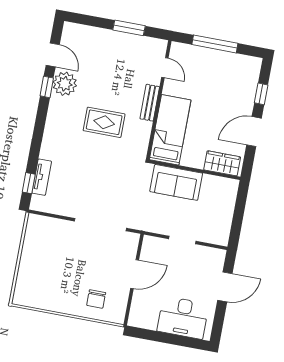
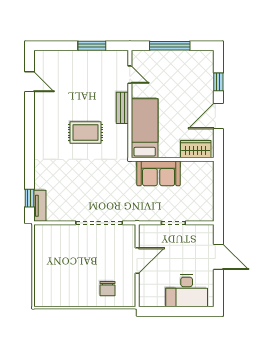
plant: (65, 84) -> (45, 105), removed
window: (47, 87) -> (29, 111), removed
tv unit: (42, 177) -> (40, 206), moved
door: (225, 287) -> (218, 257), hinge flipped

